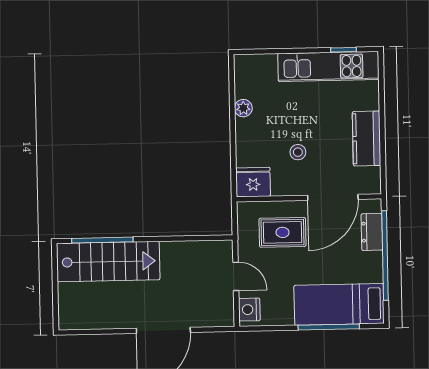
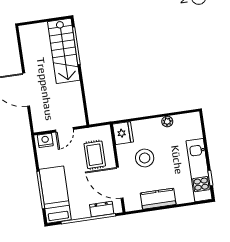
stool: (298, 152) -> (145, 158), width x1.89, depth x1.89

